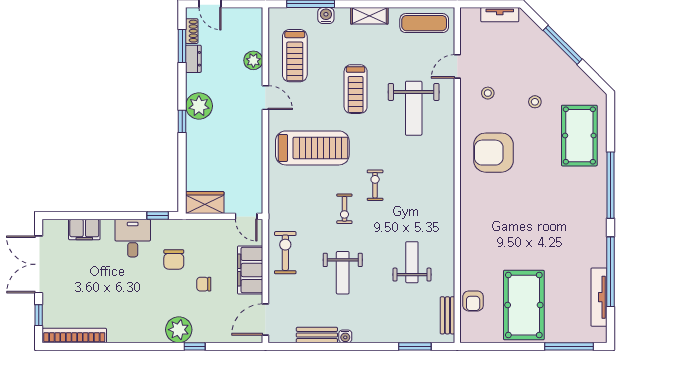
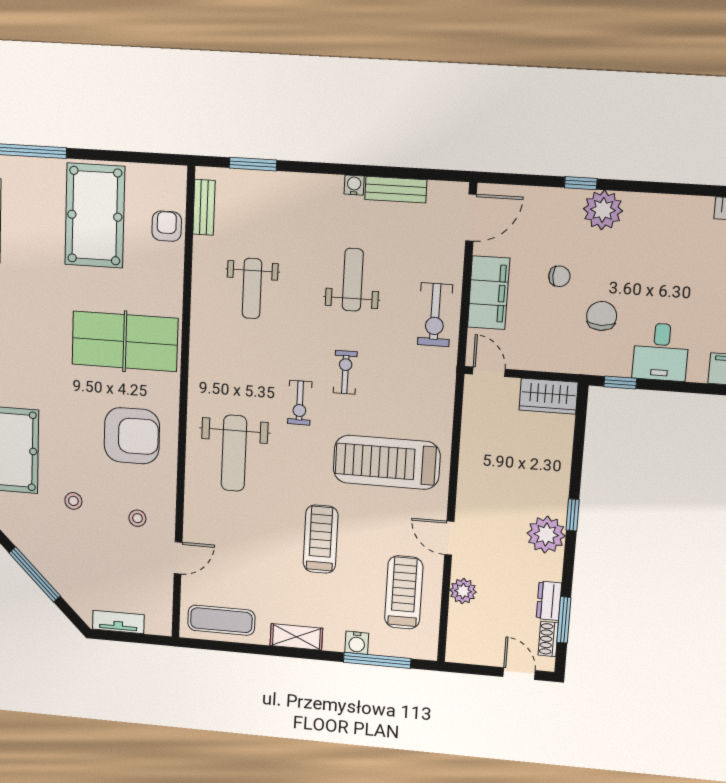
weight bench: (414, 108) -> (234, 453), moved, turned 180
table tennis table: (500, 219) -> (125, 341), added

